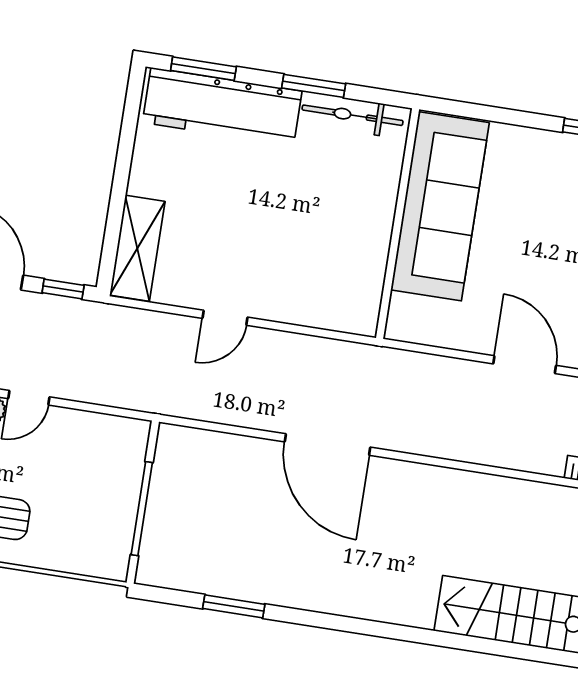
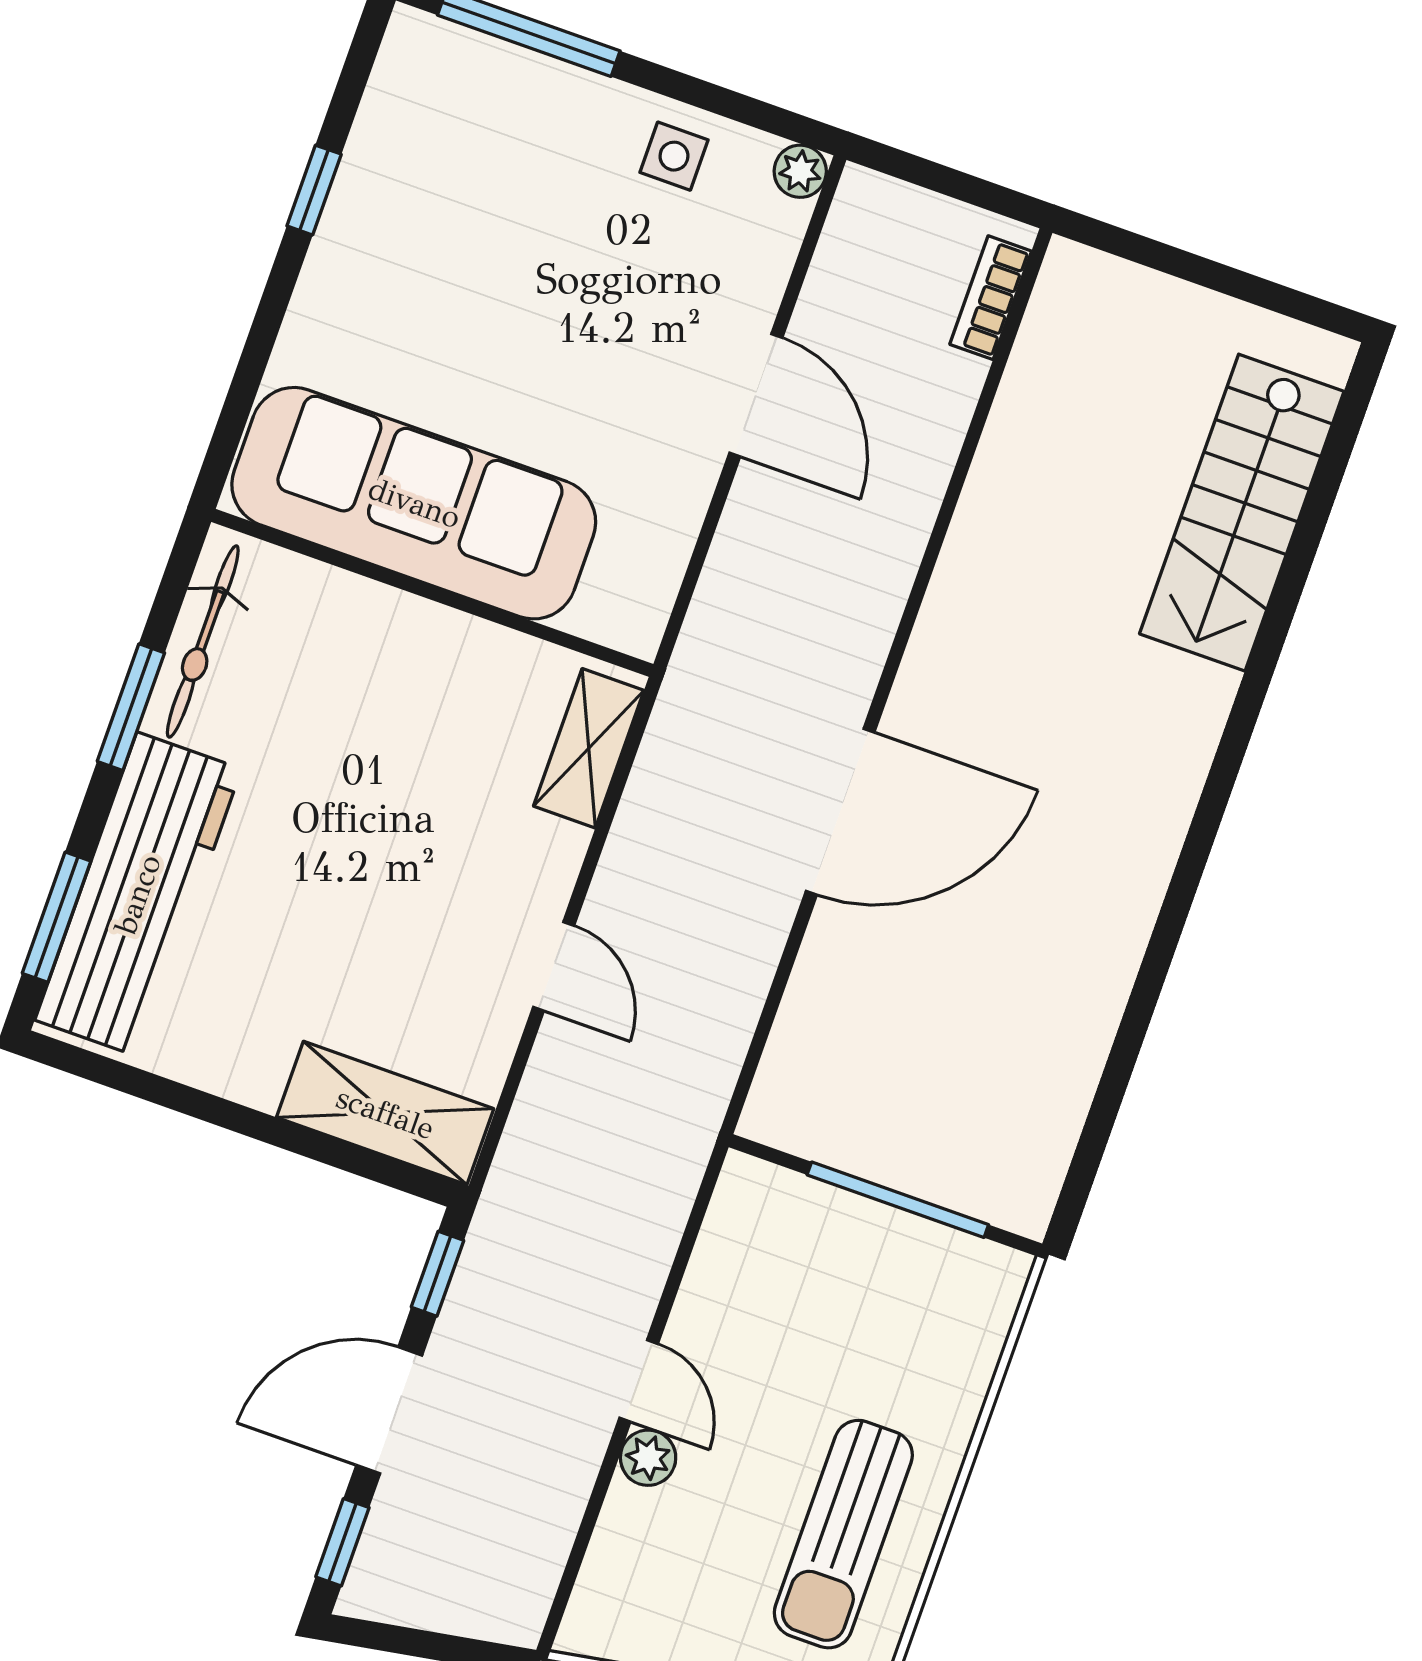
shelving: (336, 315) -> (589, 748), added
door: (525, 365) -> (756, 395), swing flipped
window: (234, 606) -> (1124, 1055), removed

